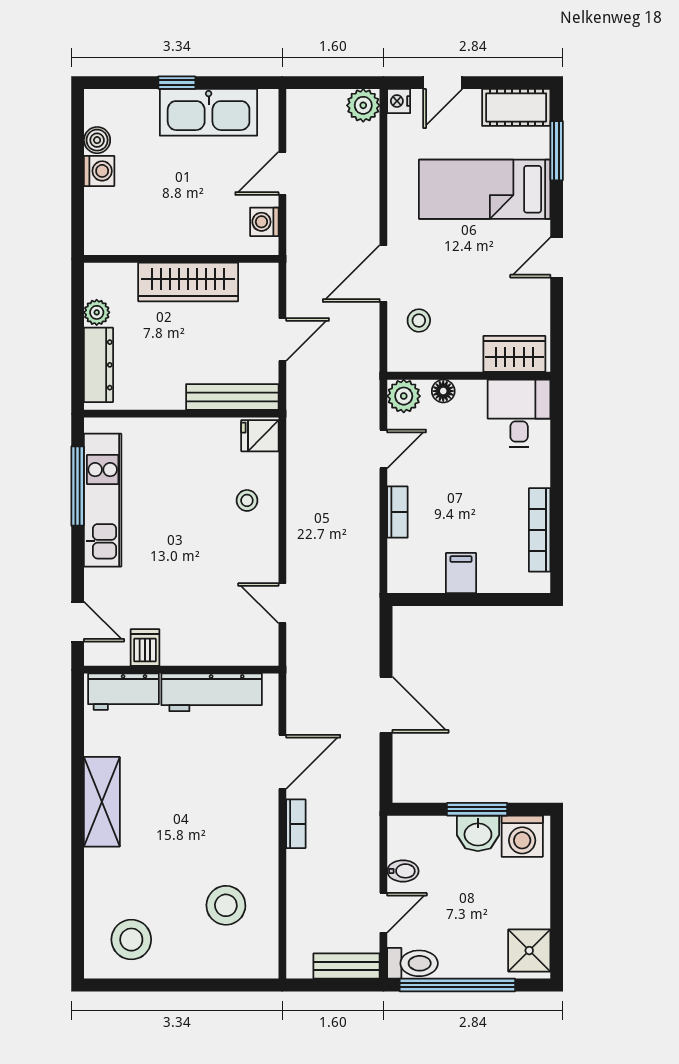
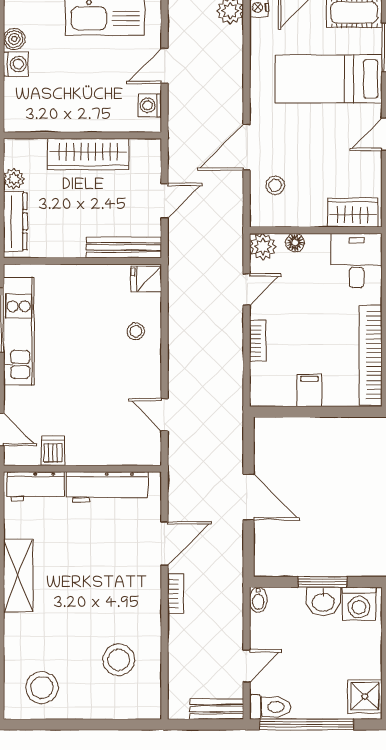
bookcase: (540, 530) -> (370, 355), width x1.48, depth x1.31
bidet: (403, 871) -> (258, 600), moved, turned 90

